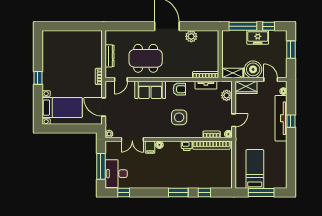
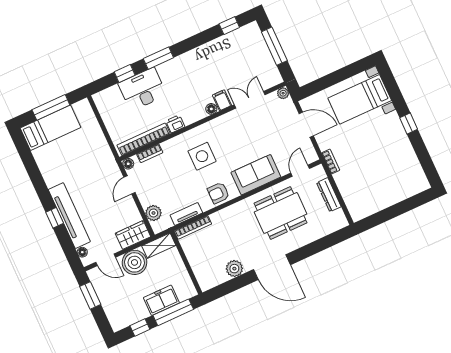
freezer: (258, 37) -> (161, 300), moved
window: (291, 50) -> (90, 295), moved
bed: (255, 169) -> (50, 128), moved, turned -90
desk: (116, 174) -> (142, 89), moved, turned -90

